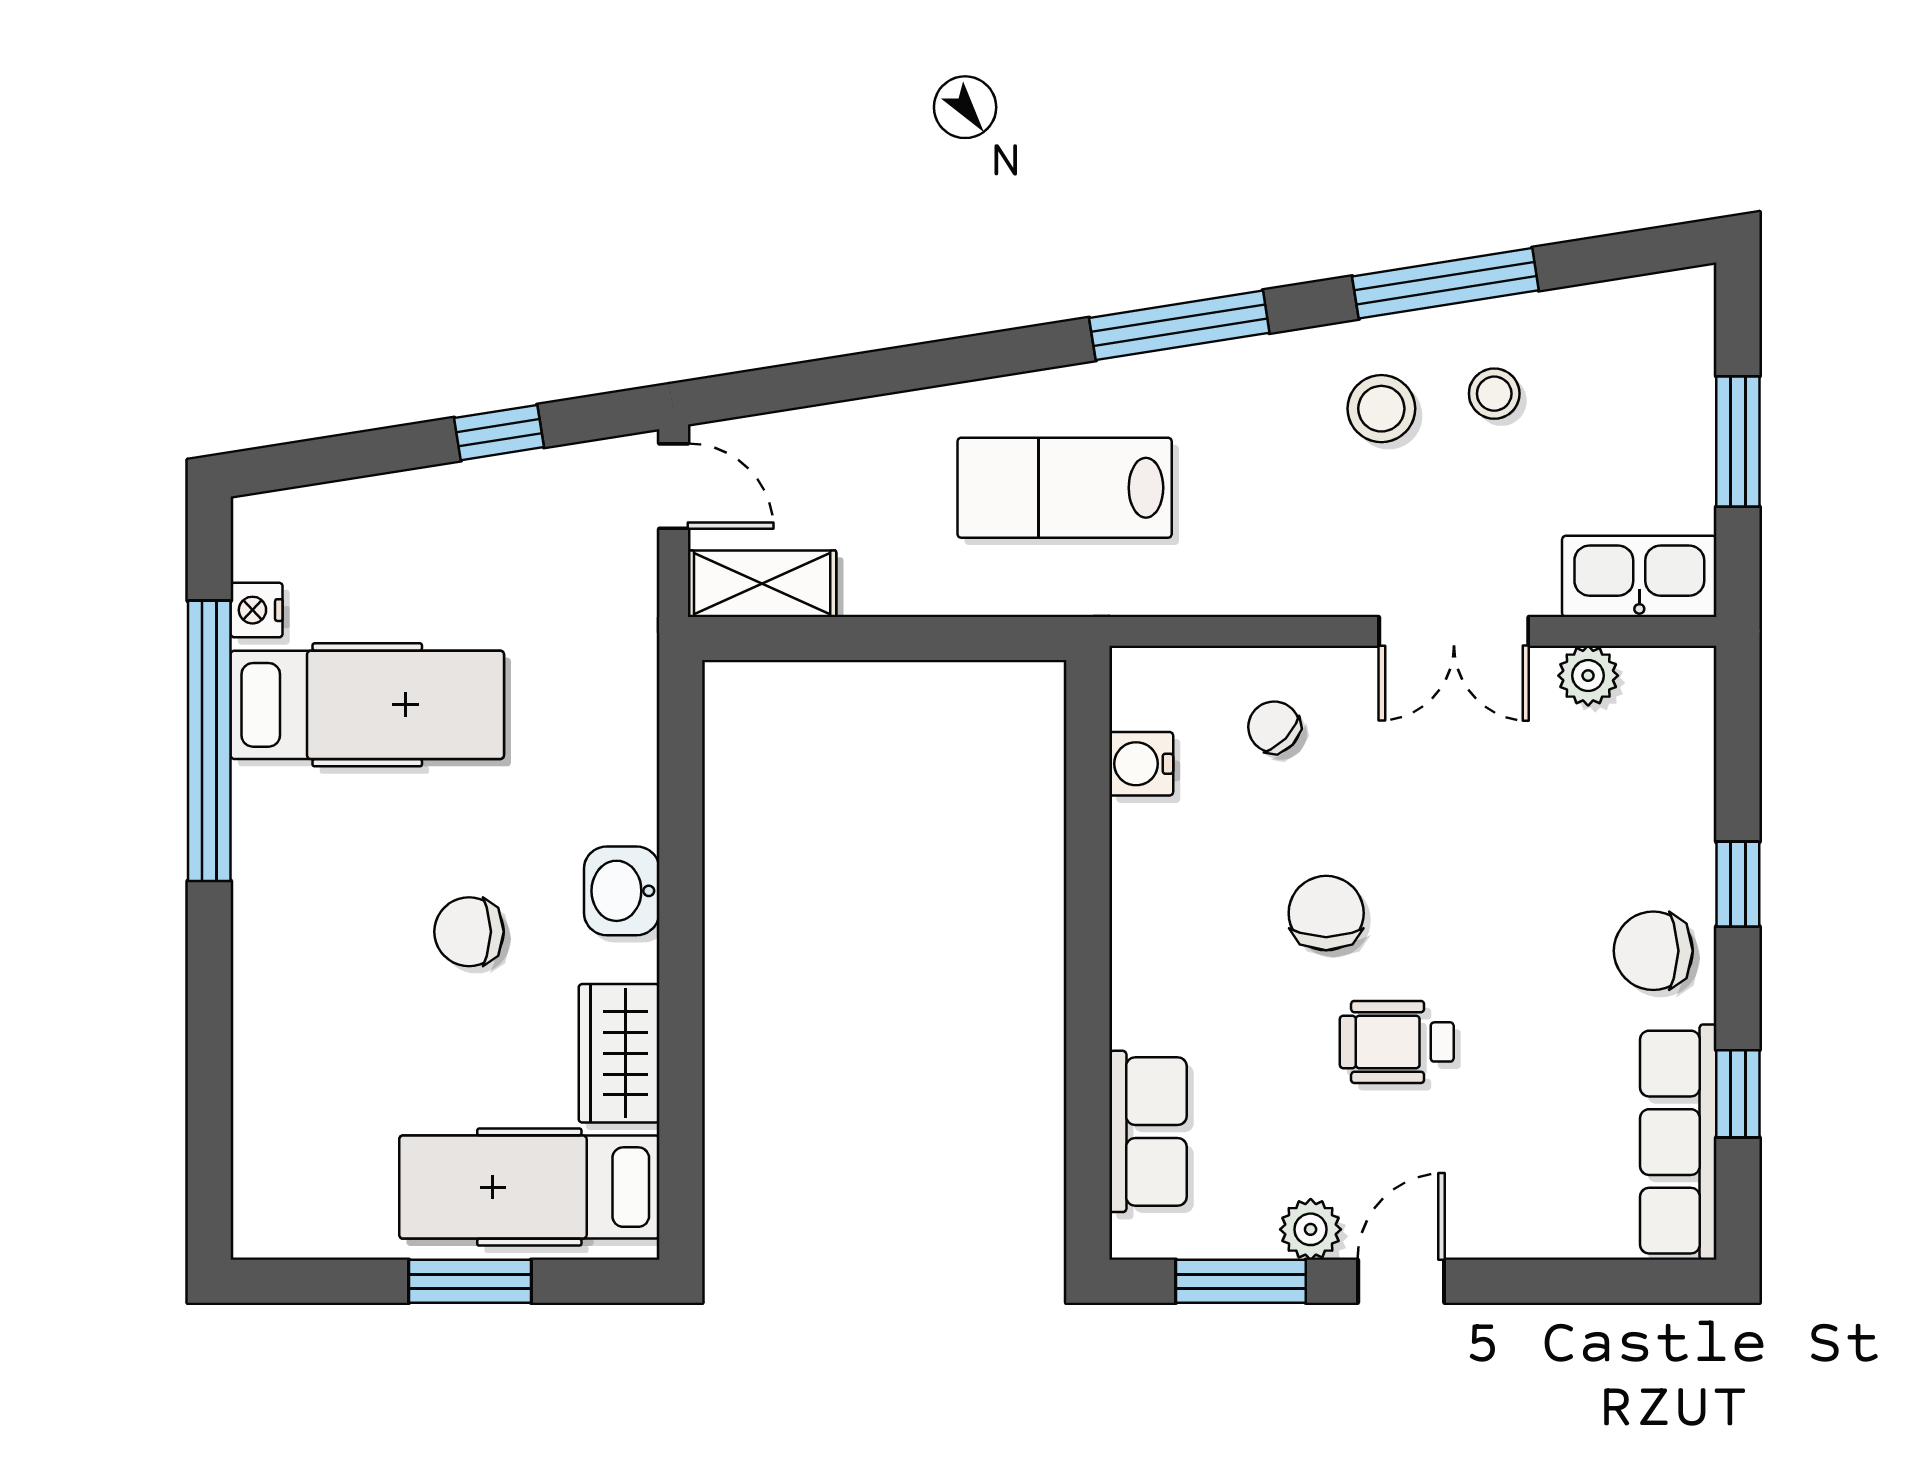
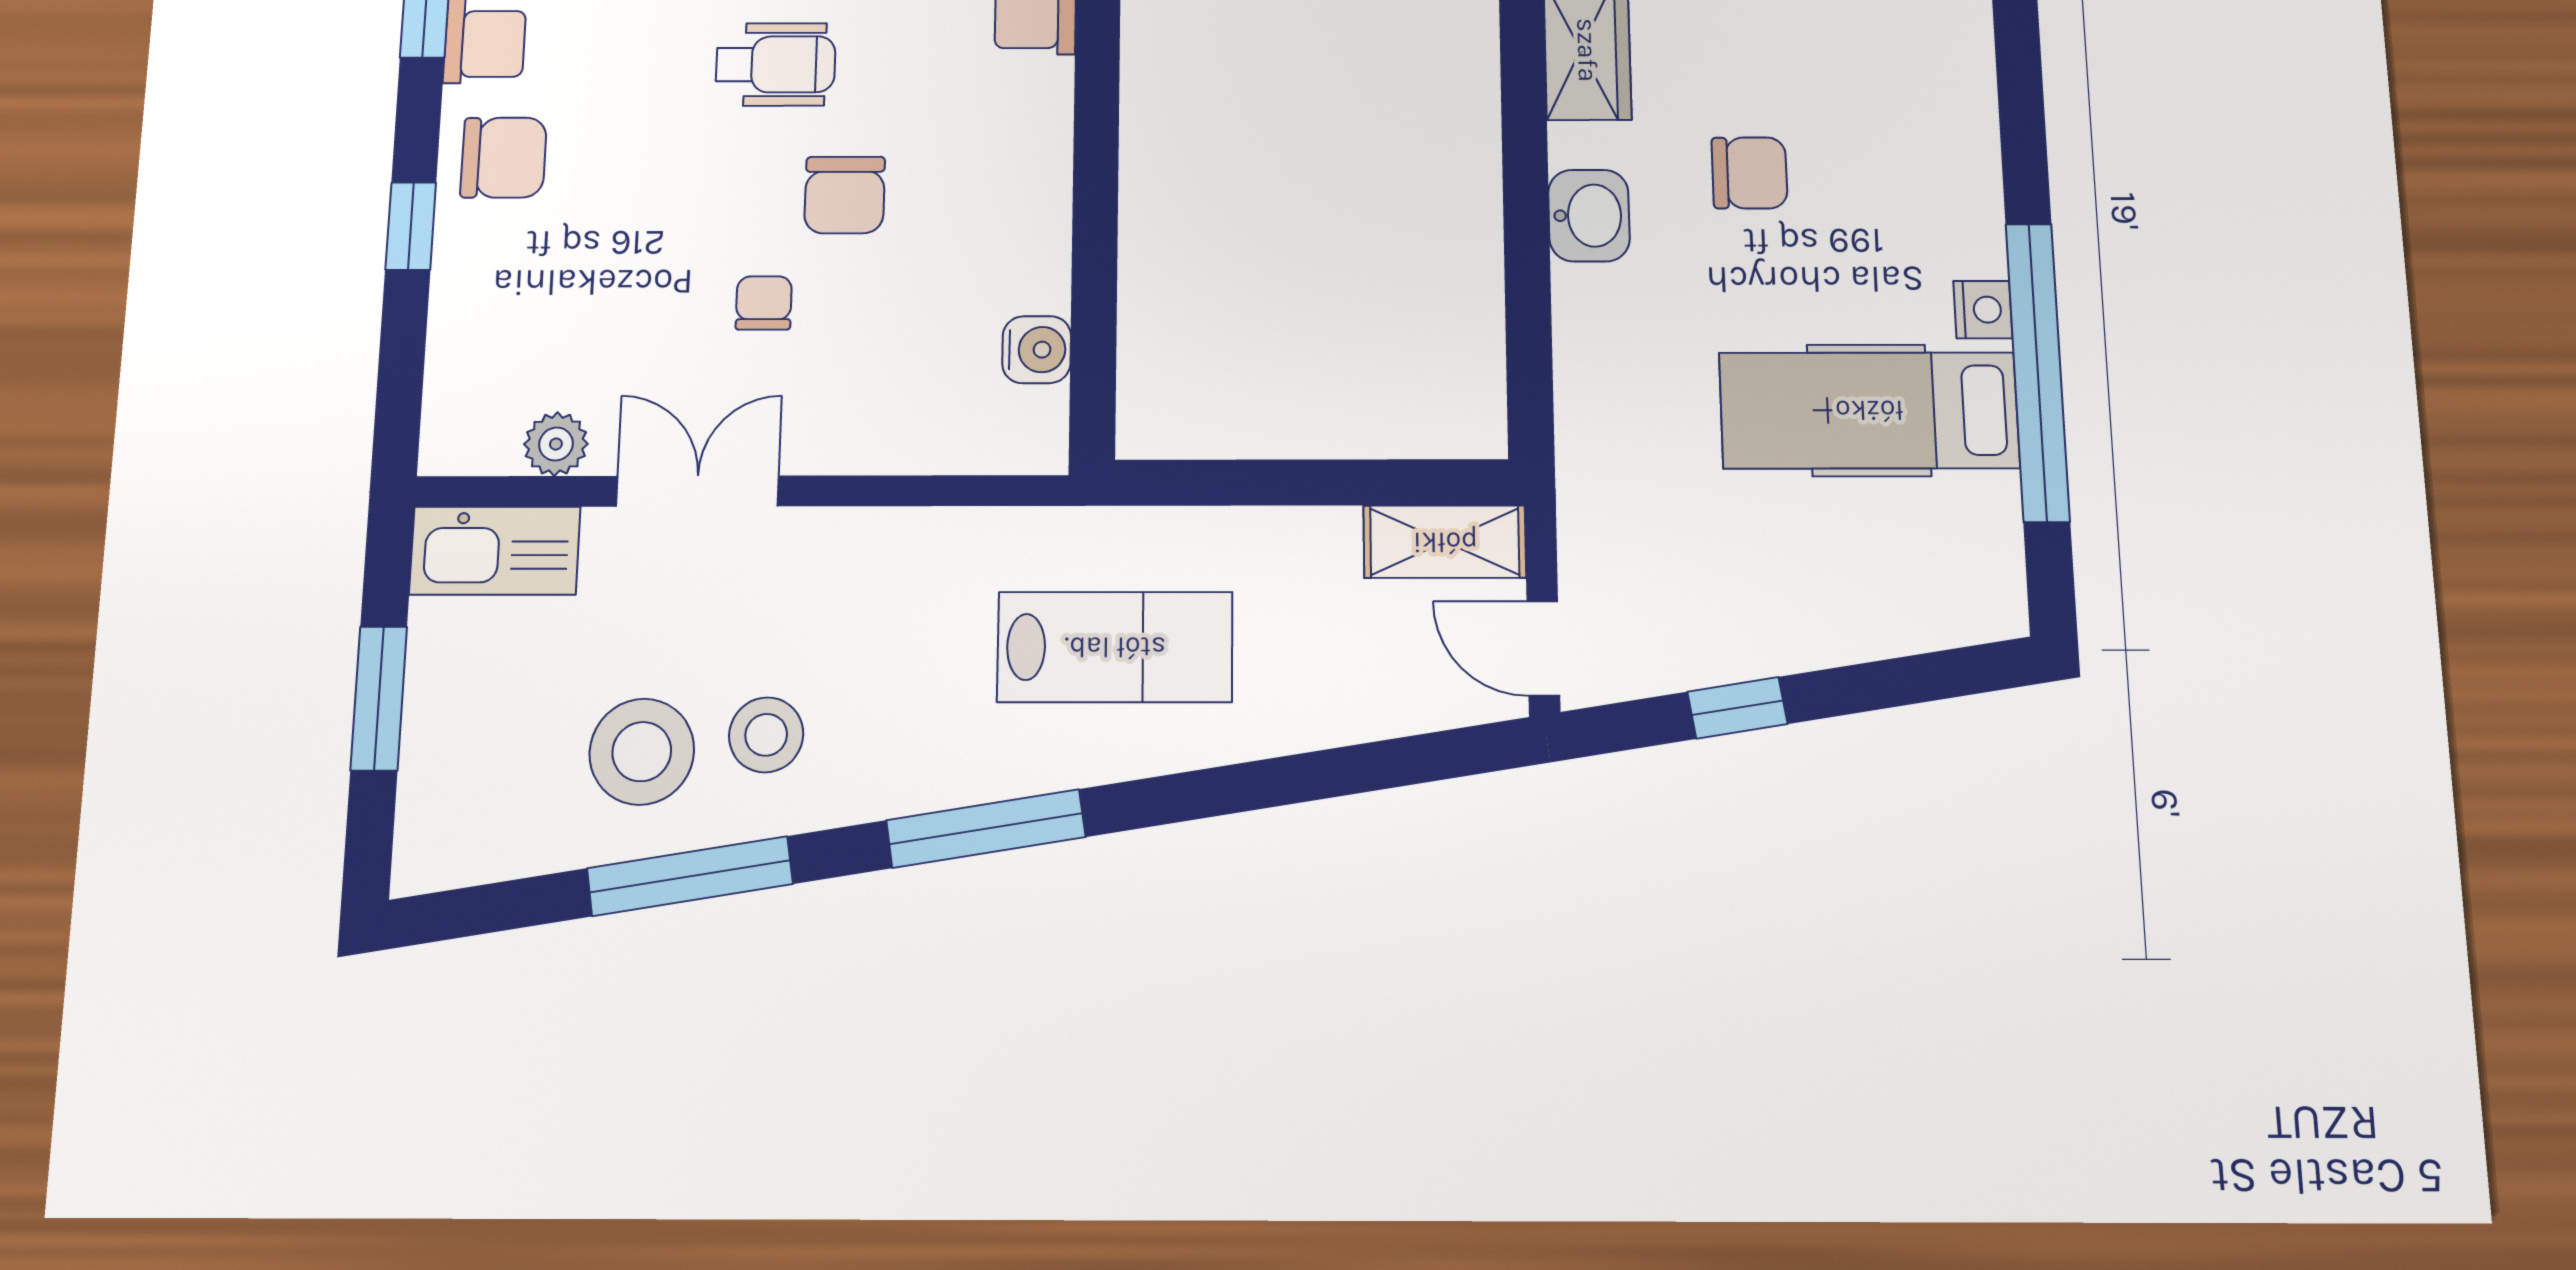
stool: (1494, 394) -> (642, 752), width x1.89, depth x1.89
nightstand: (257, 610) -> (1983, 310), moved
chair: (1274, 727) -> (764, 303), moved, turned -134

